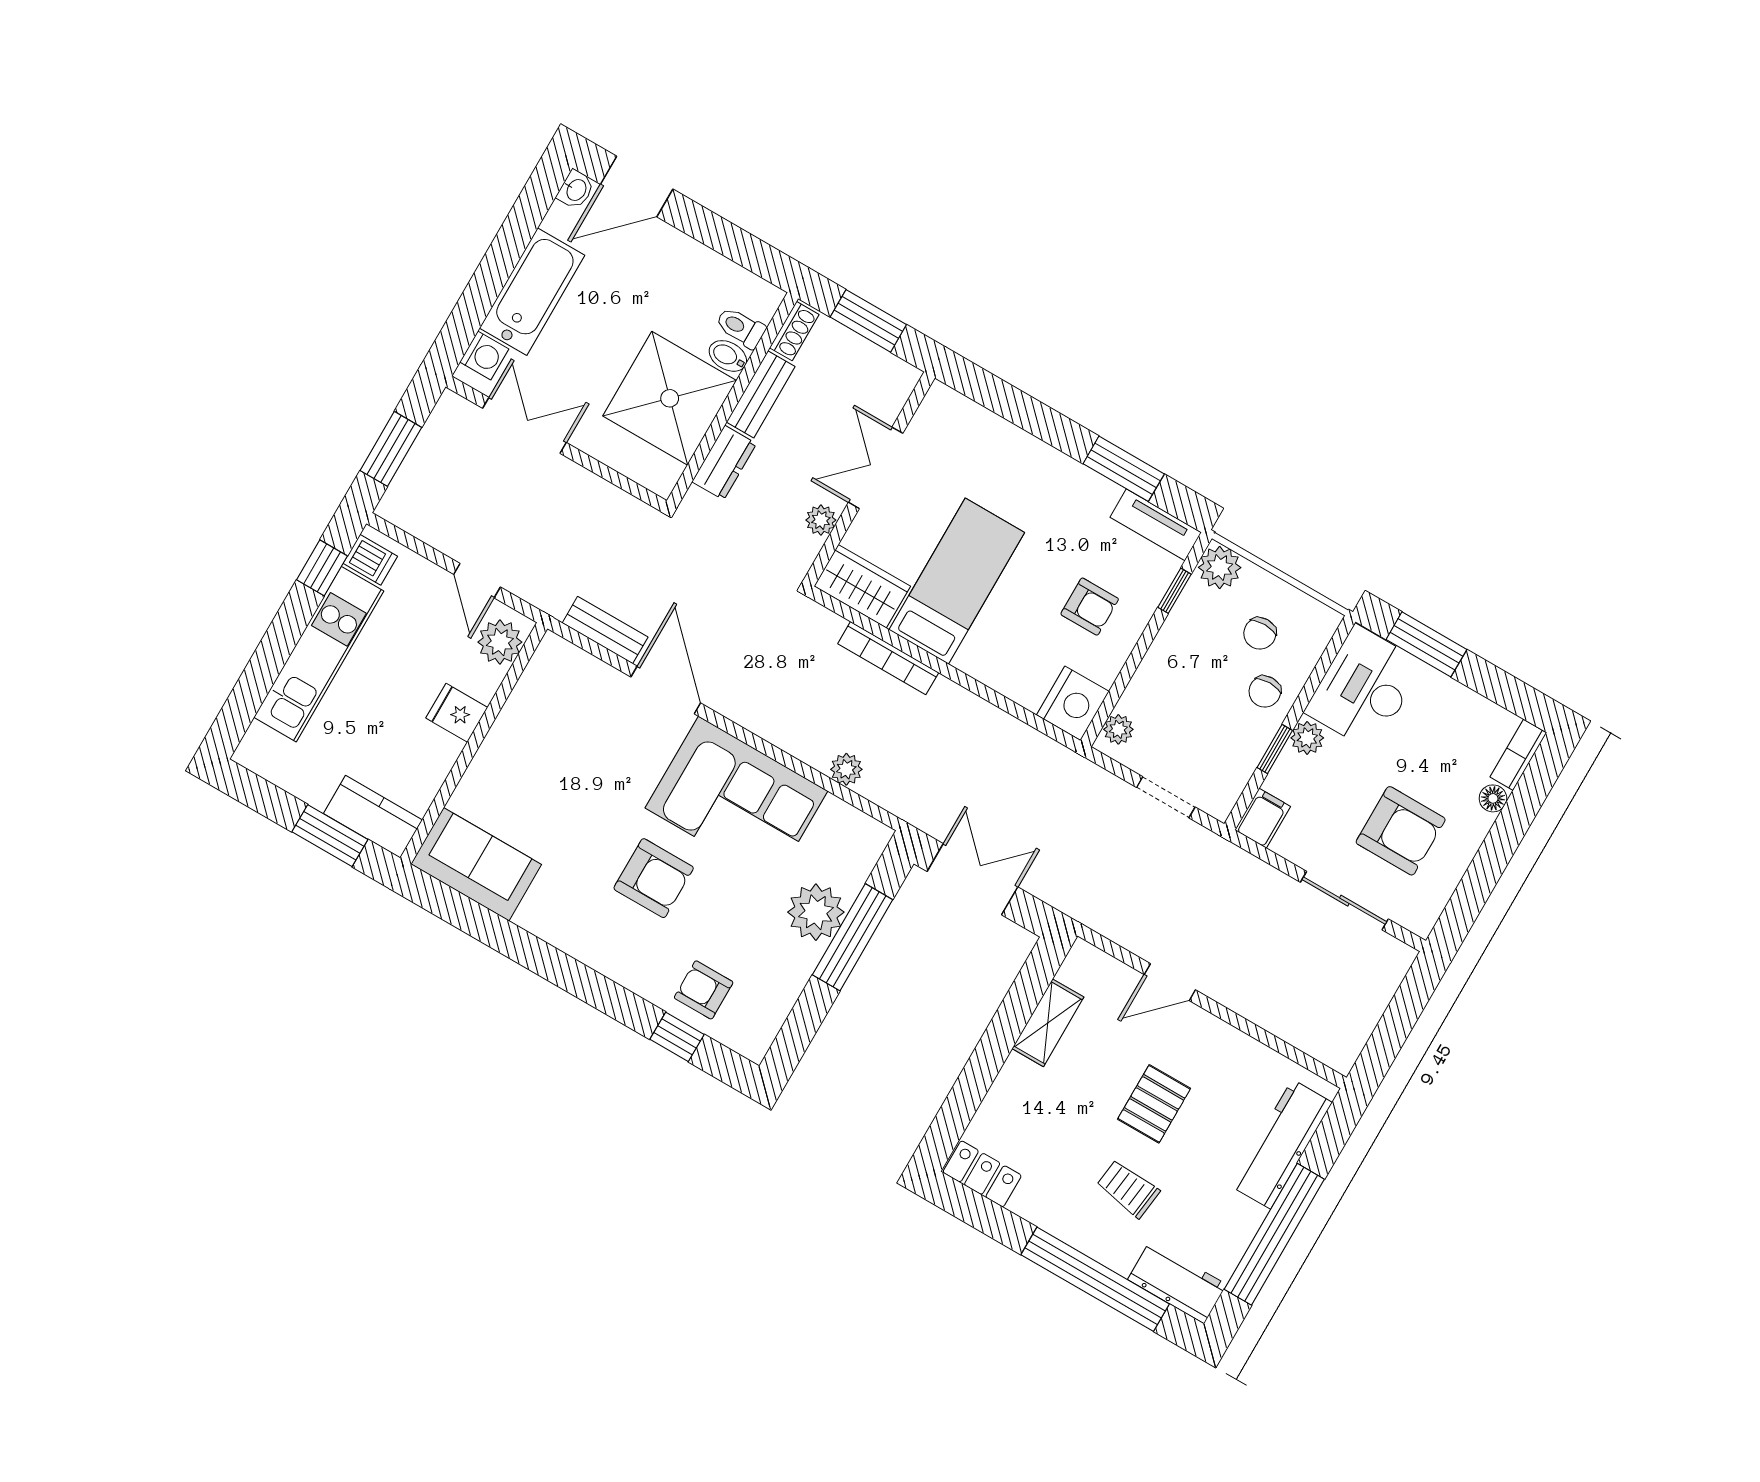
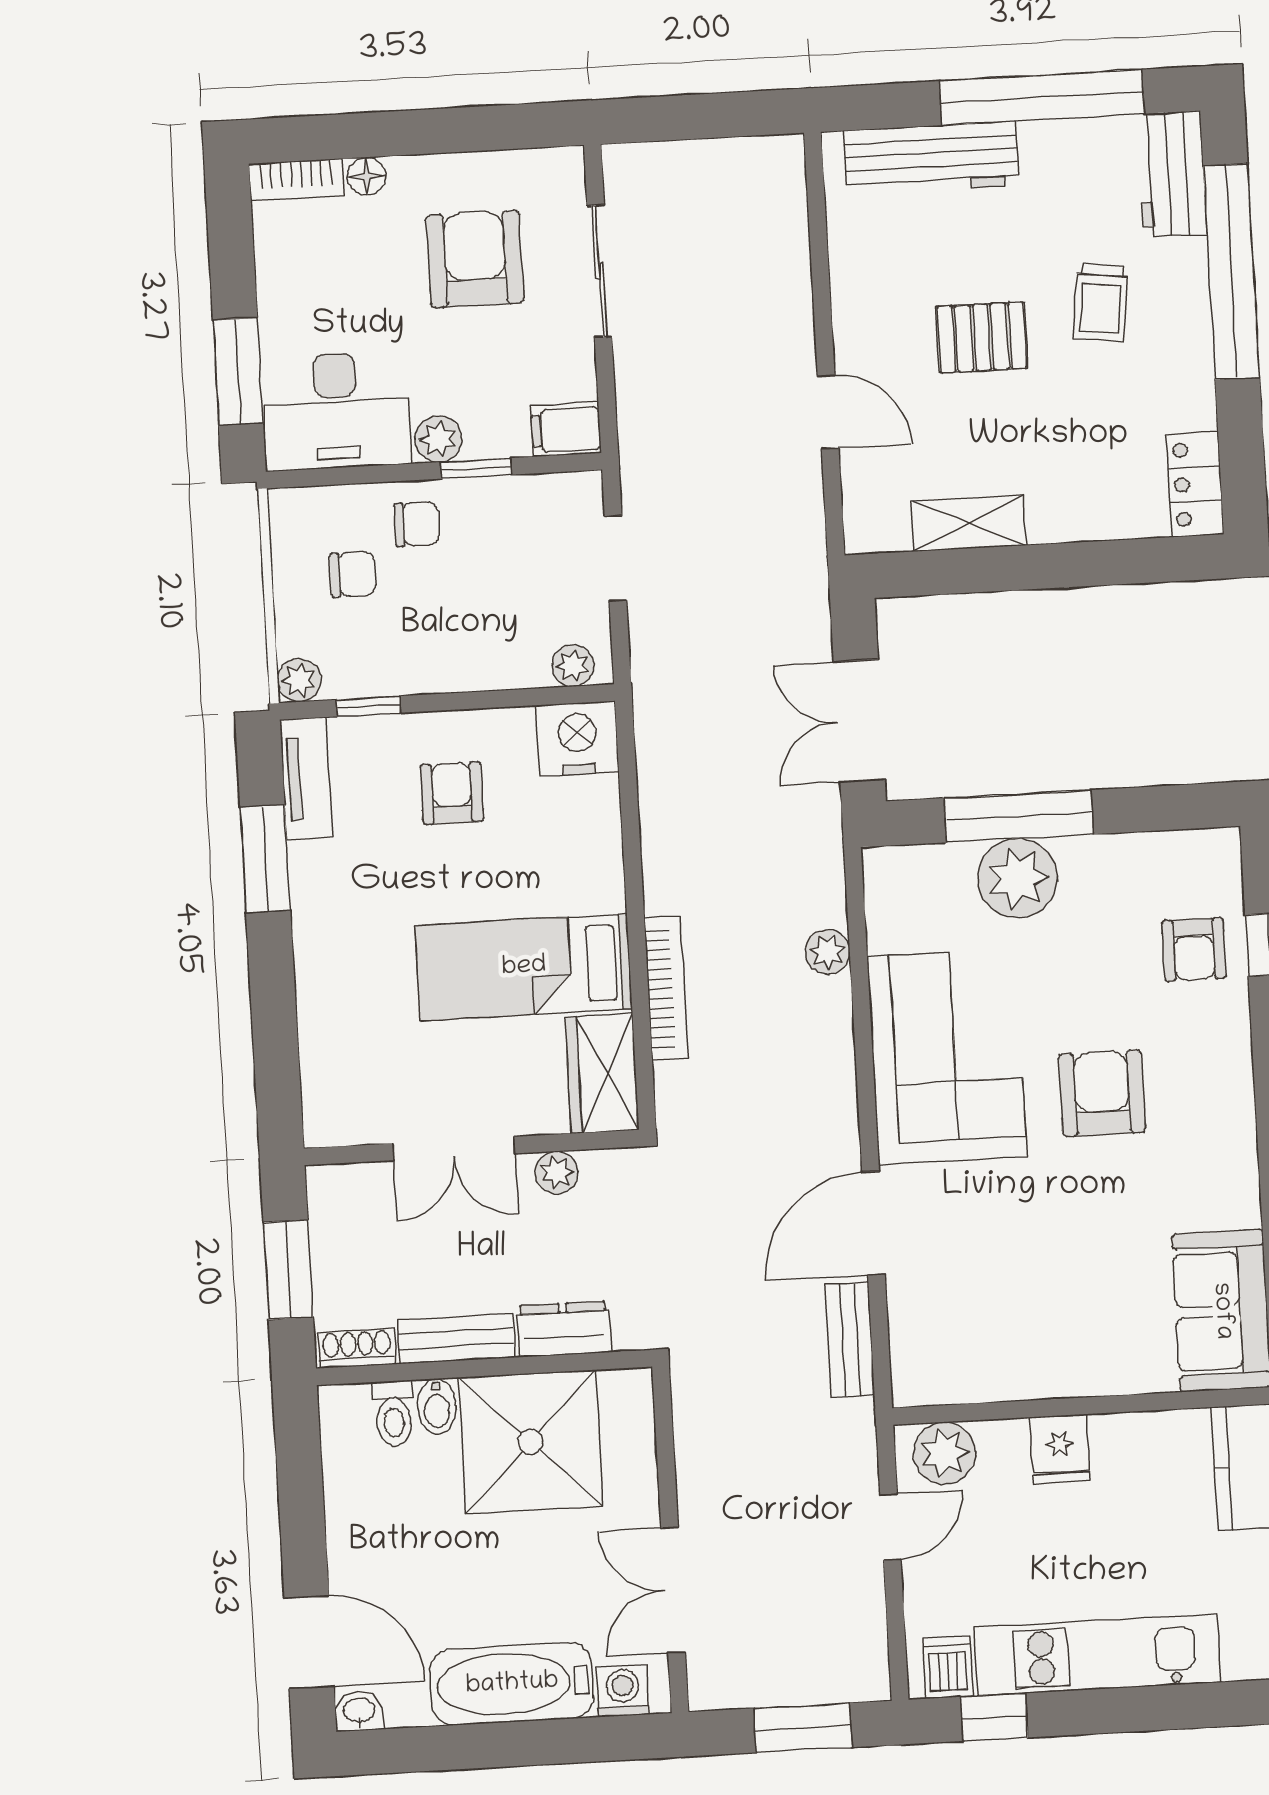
plant: (1220, 567) -> (299, 680), width x0.73, depth x0.73

